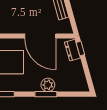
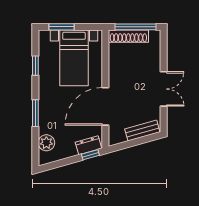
plant: (48, 85) -> (46, 143), moved

